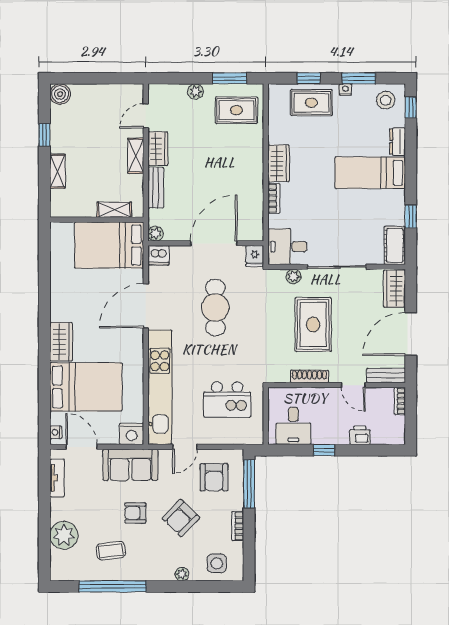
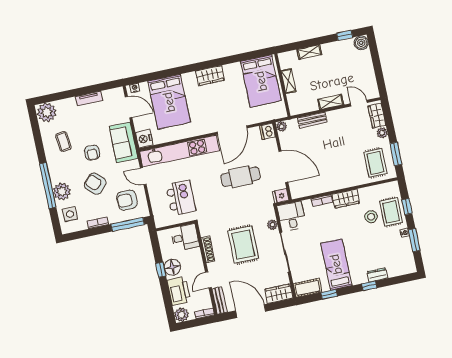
stool: (386, 100) -> (371, 217), moved
window: (411, 107) -> (369, 286), moved
window: (44, 135) -> (345, 35), moved
wardrobe: (158, 149) -> (377, 116), moved, turned 90
bed: (370, 173) -> (336, 264), moved
shelving: (114, 210) -> (288, 81), moved
bed: (109, 245) -> (261, 81), moved, turned 180
door: (146, 306) -> (232, 130), swing flipped
rug: (313, 325) -> (243, 245), turned 90
wardrobe: (61, 342) -> (210, 76), moved
kitchen island: (227, 400) -> (181, 198), turned 180
desk: (293, 426) -> (185, 237), moved, turned 180
floor lamp: (324, 433) -> (172, 267), added
plant: (395, 434) -> (182, 315), added
printer: (360, 435) -> (179, 291), width x1.87, depth x1.48
door: (81, 447) -> (129, 107), hinge flipped
tv unit: (57, 478) -> (89, 99), moved
armchair: (135, 513) -> (92, 153), turned 180
plant: (64, 535) -> (47, 112), moved
plant: (182, 574) -> (62, 191), width x1.88, depth x1.88
window: (113, 586) -> (48, 185), moved

